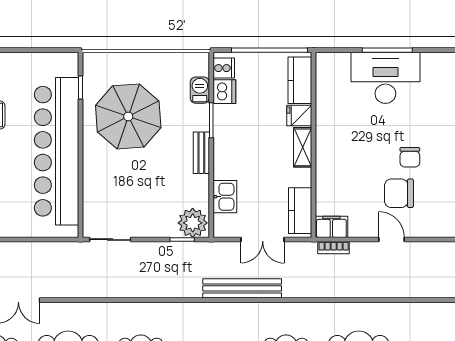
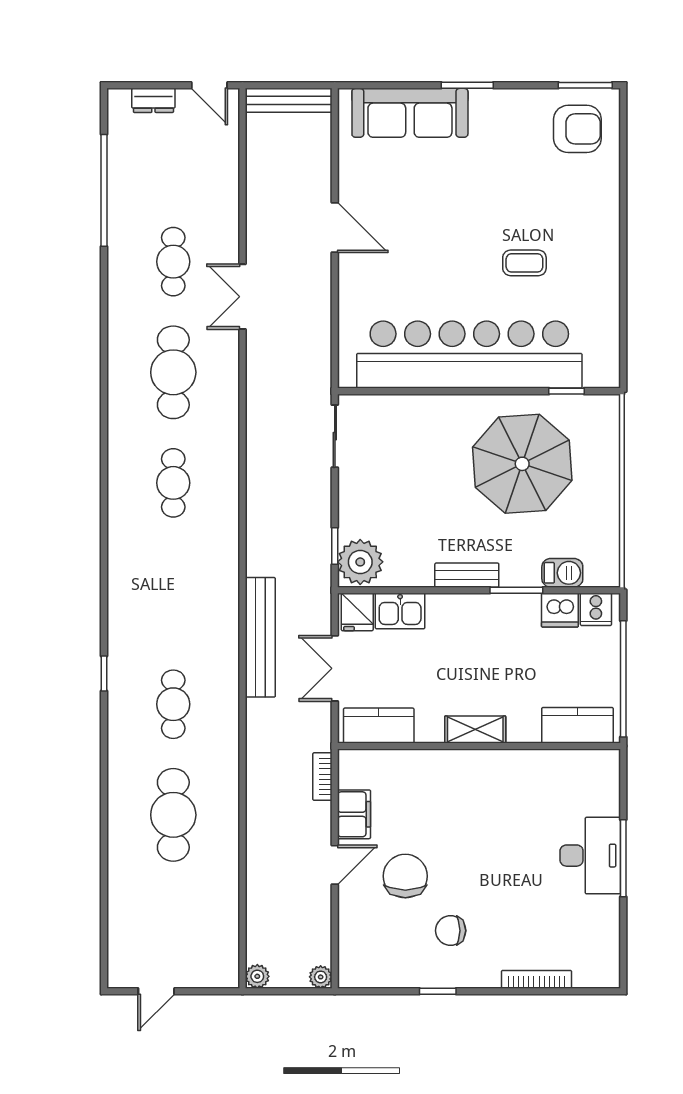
desk: (385, 78) -> (590, 856), width x0.73, depth x0.77
fridge: (299, 116) -> (357, 612), moved, turned 180
chair: (410, 157) -> (451, 931), moved
filing cabinet: (331, 227) -> (354, 814), moved

